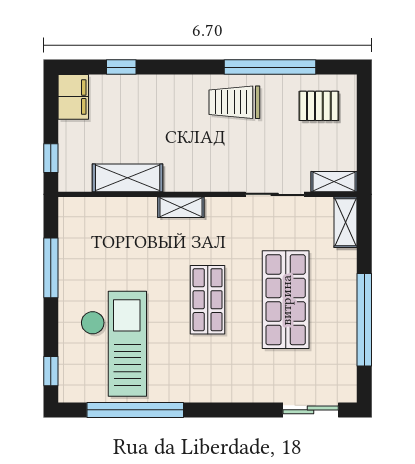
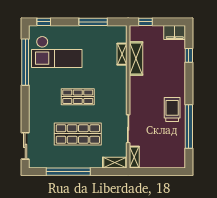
pallet: (319, 106) -> (170, 150), removed
shelving: (181, 207) -> (122, 54), moved

